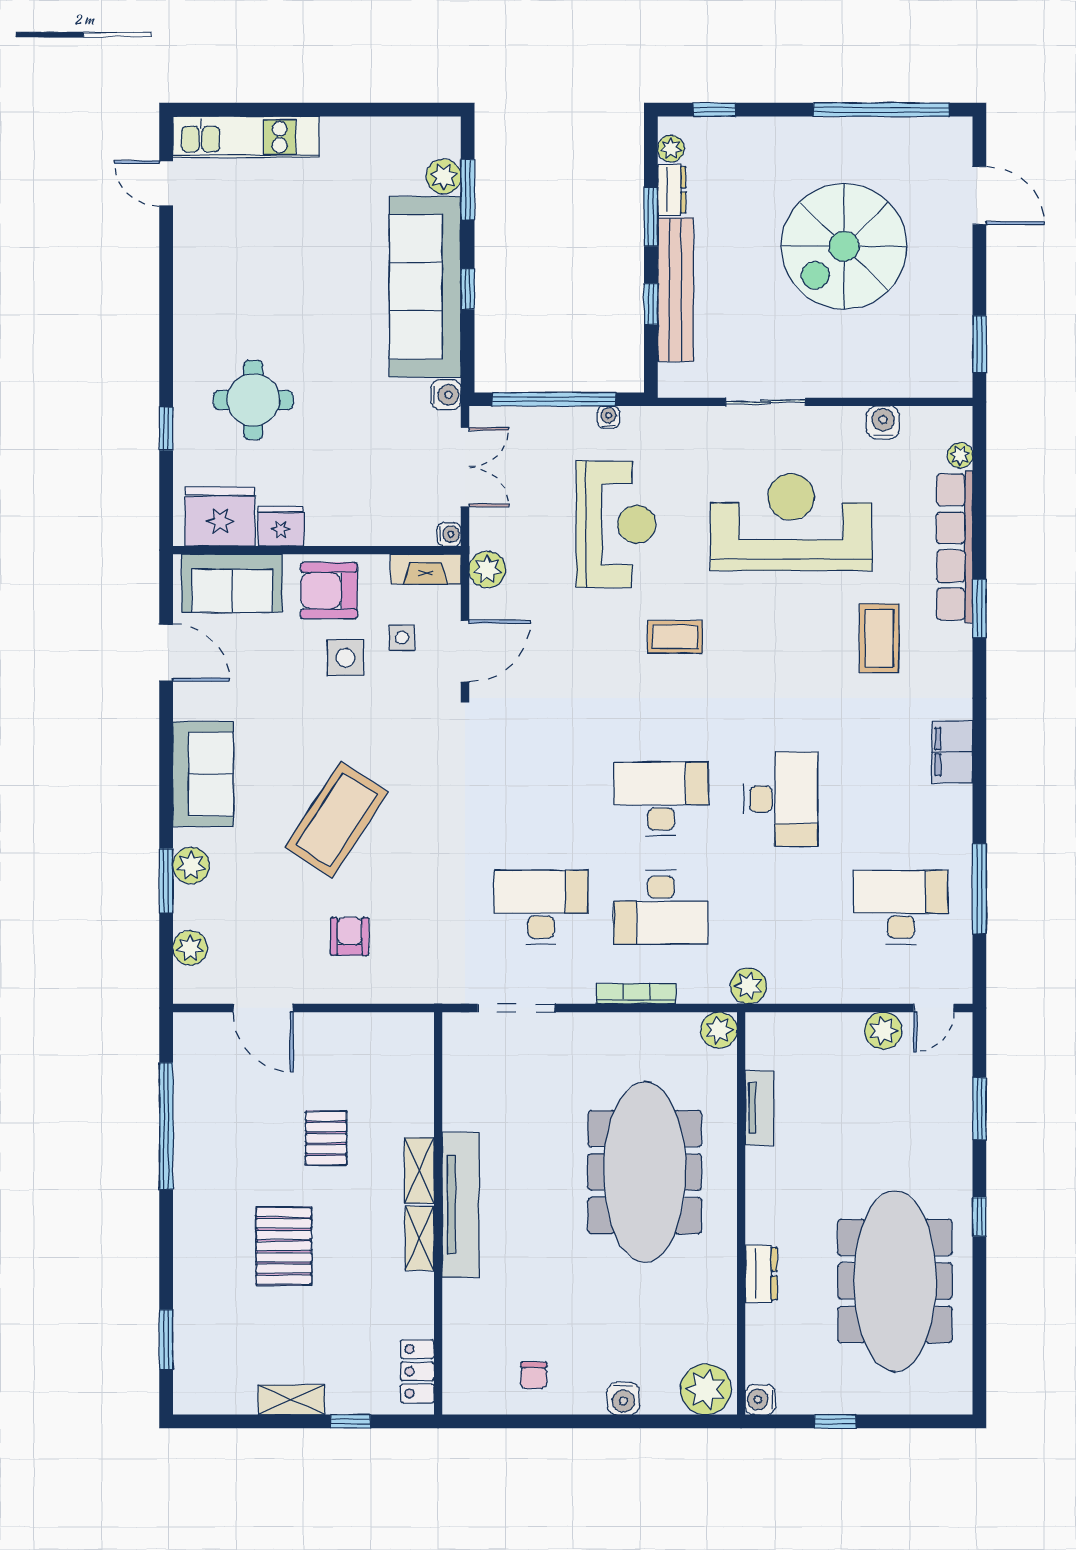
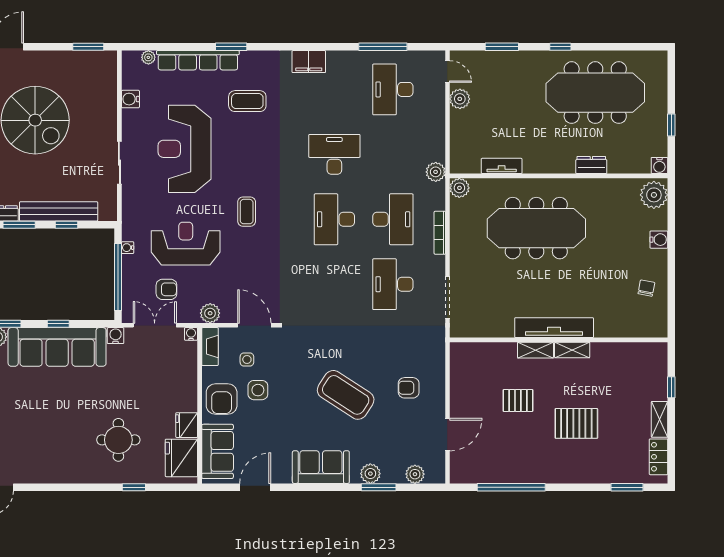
armchair: (531, 489) -> (166, 289), added
locker: (417, 1371) -> (659, 457), moved, turned 90
chair: (534, 1375) -> (646, 288), turned -79

